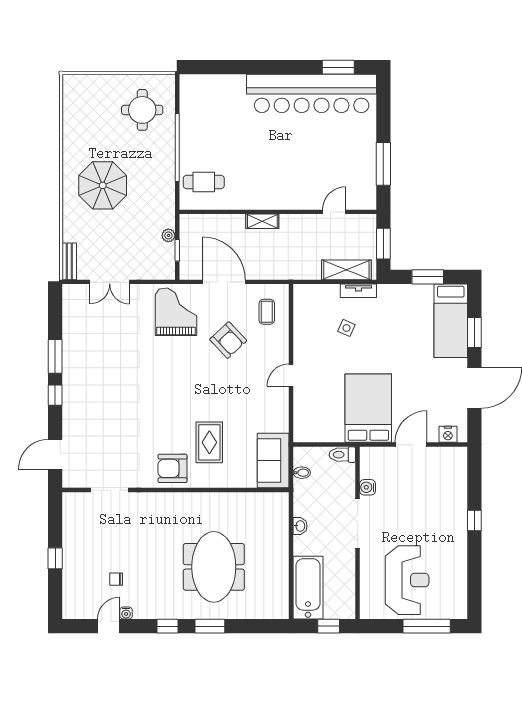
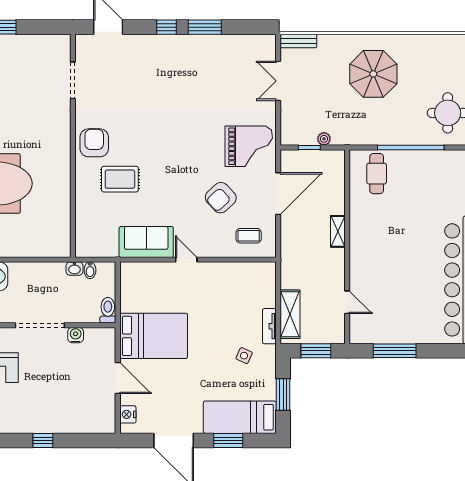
side table: (346, 328) -> (244, 356), moved
sofa: (273, 461) -> (146, 242), moved
washbasin: (300, 526) -> (74, 269), moved

